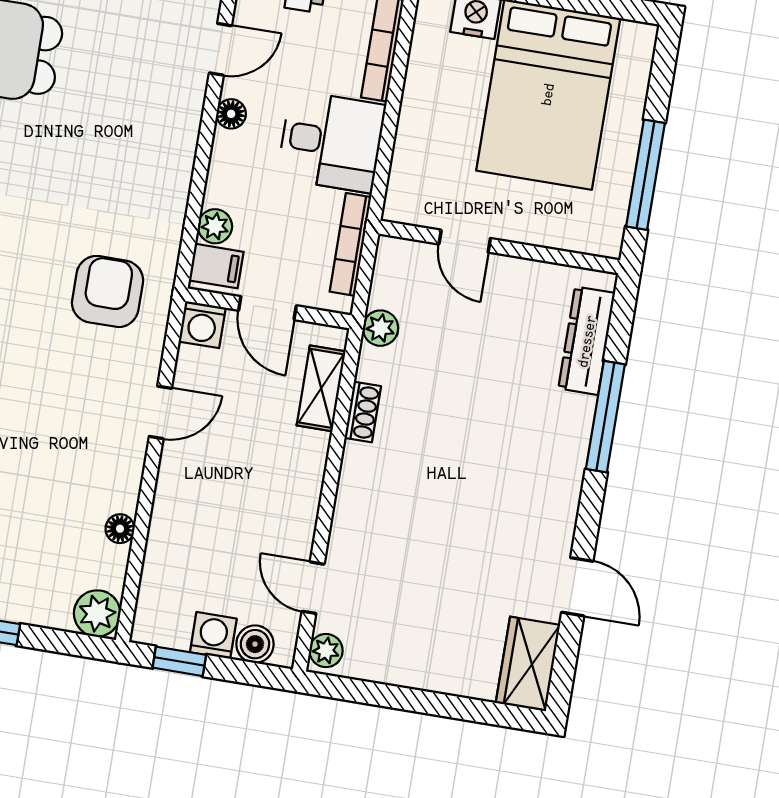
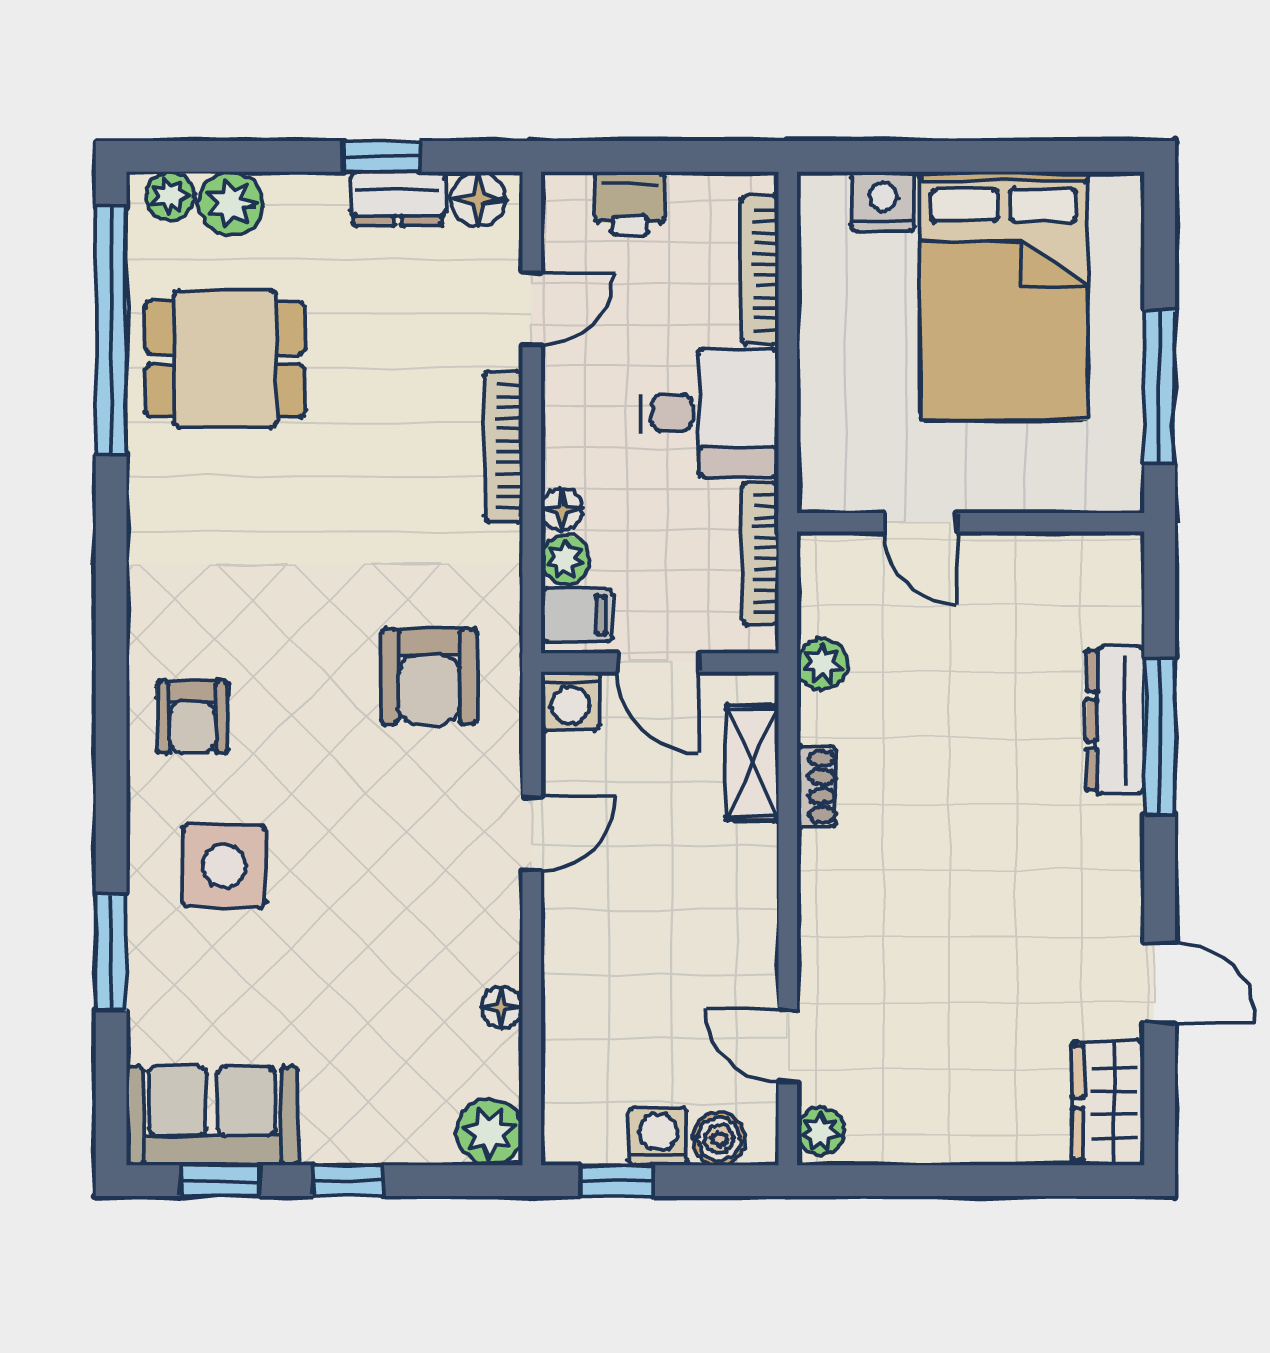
floor lamp: (231, 114) -> (562, 509), moved
bookcase: (185, 141) -> (503, 446), added
armchair: (108, 291) -> (429, 676), turned 180
dresser: (587, 341) -> (1115, 720), moved

